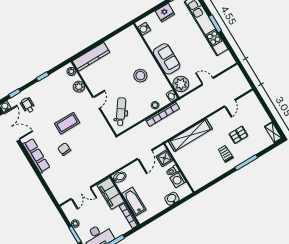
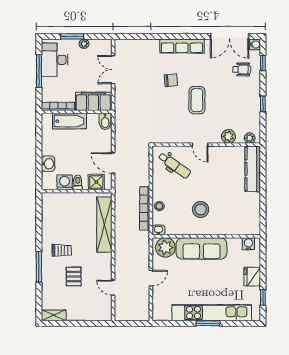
sofa: (167, 59) -> (201, 248), width x1.36

